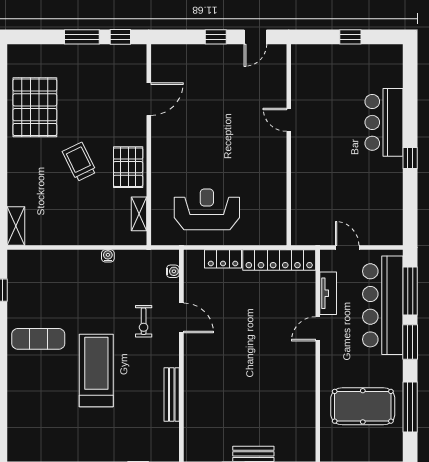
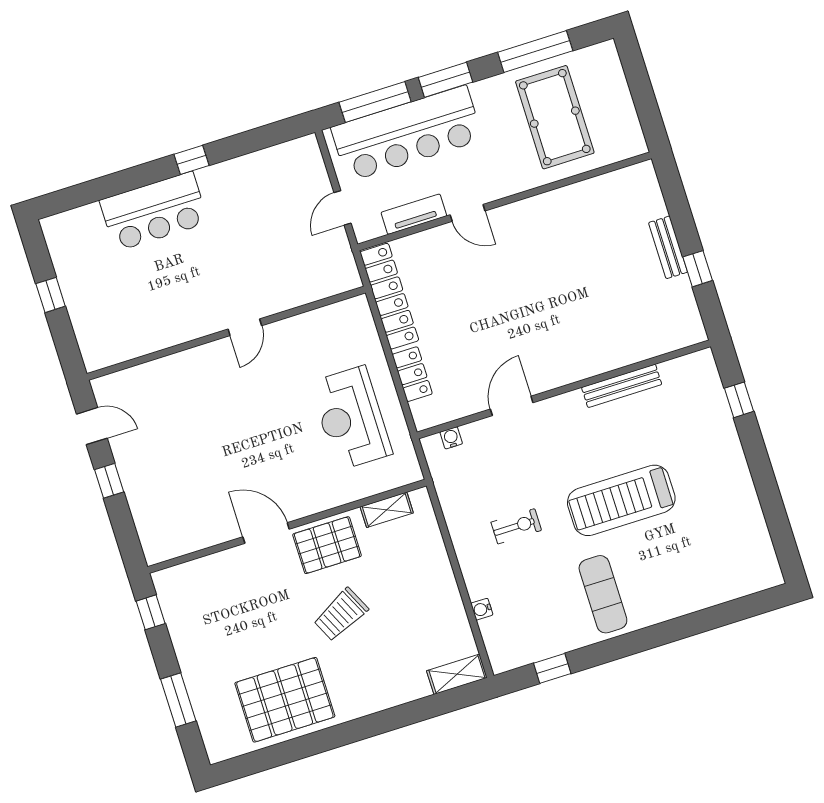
window: (82, 37) -> (178, 700), moved
door: (149, 99) -> (266, 533), moved
door: (289, 120) -> (245, 327), moved
water cooler: (108, 256) -> (482, 609), moved
exercise bike: (144, 321) -> (516, 526), moved

